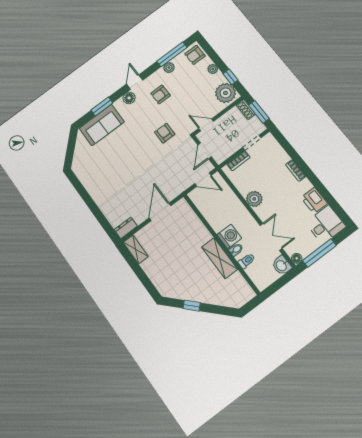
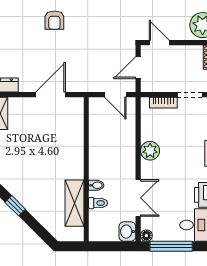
armchair: (165, 133) -> (54, 20), moved, turned 180
washing machine: (229, 236) -> (99, 168), removed
shelving: (220, 258) -> (74, 203), moved

